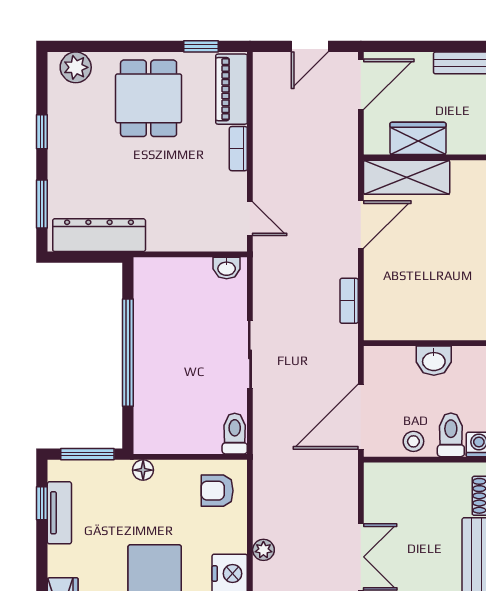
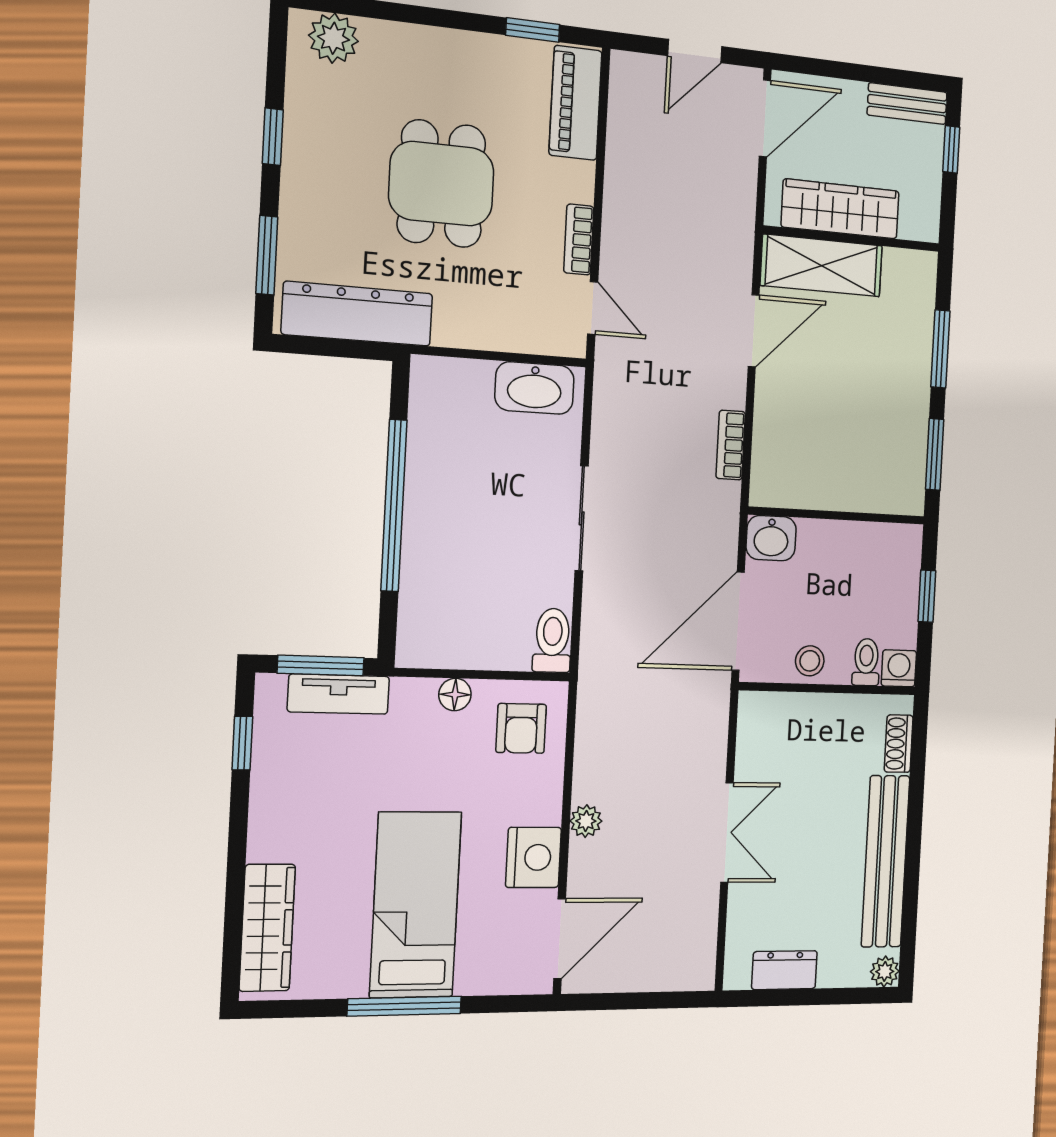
dining table: (149, 98) -> (441, 184), moved
wardrobe: (418, 138) -> (840, 209), width x1.50
bookcase: (238, 149) -> (579, 240), moved
washbasin: (227, 268) -> (534, 388), width x1.91, depth x1.45
washbasin: (434, 361) -> (771, 538), moved
toilet: (451, 435) -> (866, 662), width x0.73, depth x0.72
floor lamp: (143, 470) -> (455, 695), moved
armchair: (217, 491) -> (521, 728), turned -90
tv unit: (59, 513) -> (339, 694), moved, turned 90

